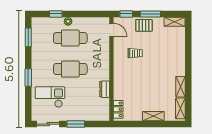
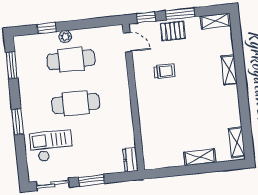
shelving: (180, 87) -> (229, 70), moved
dresser: (105, 89) -> (130, 160), moved
locker: (118, 109) -> (149, 153), removed

